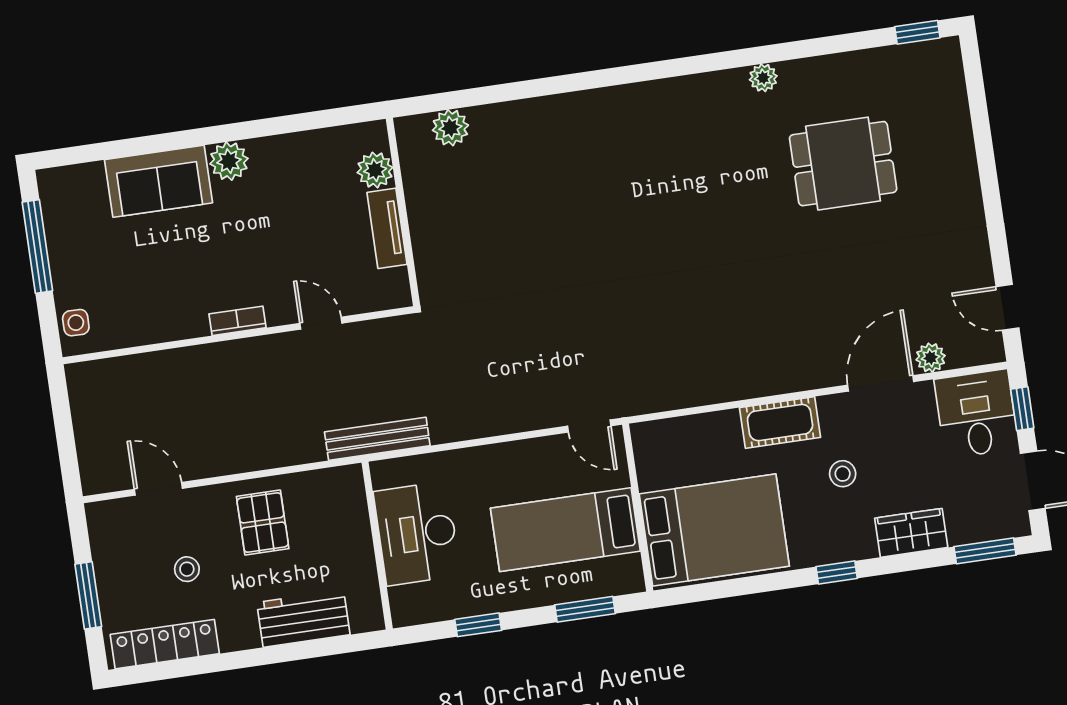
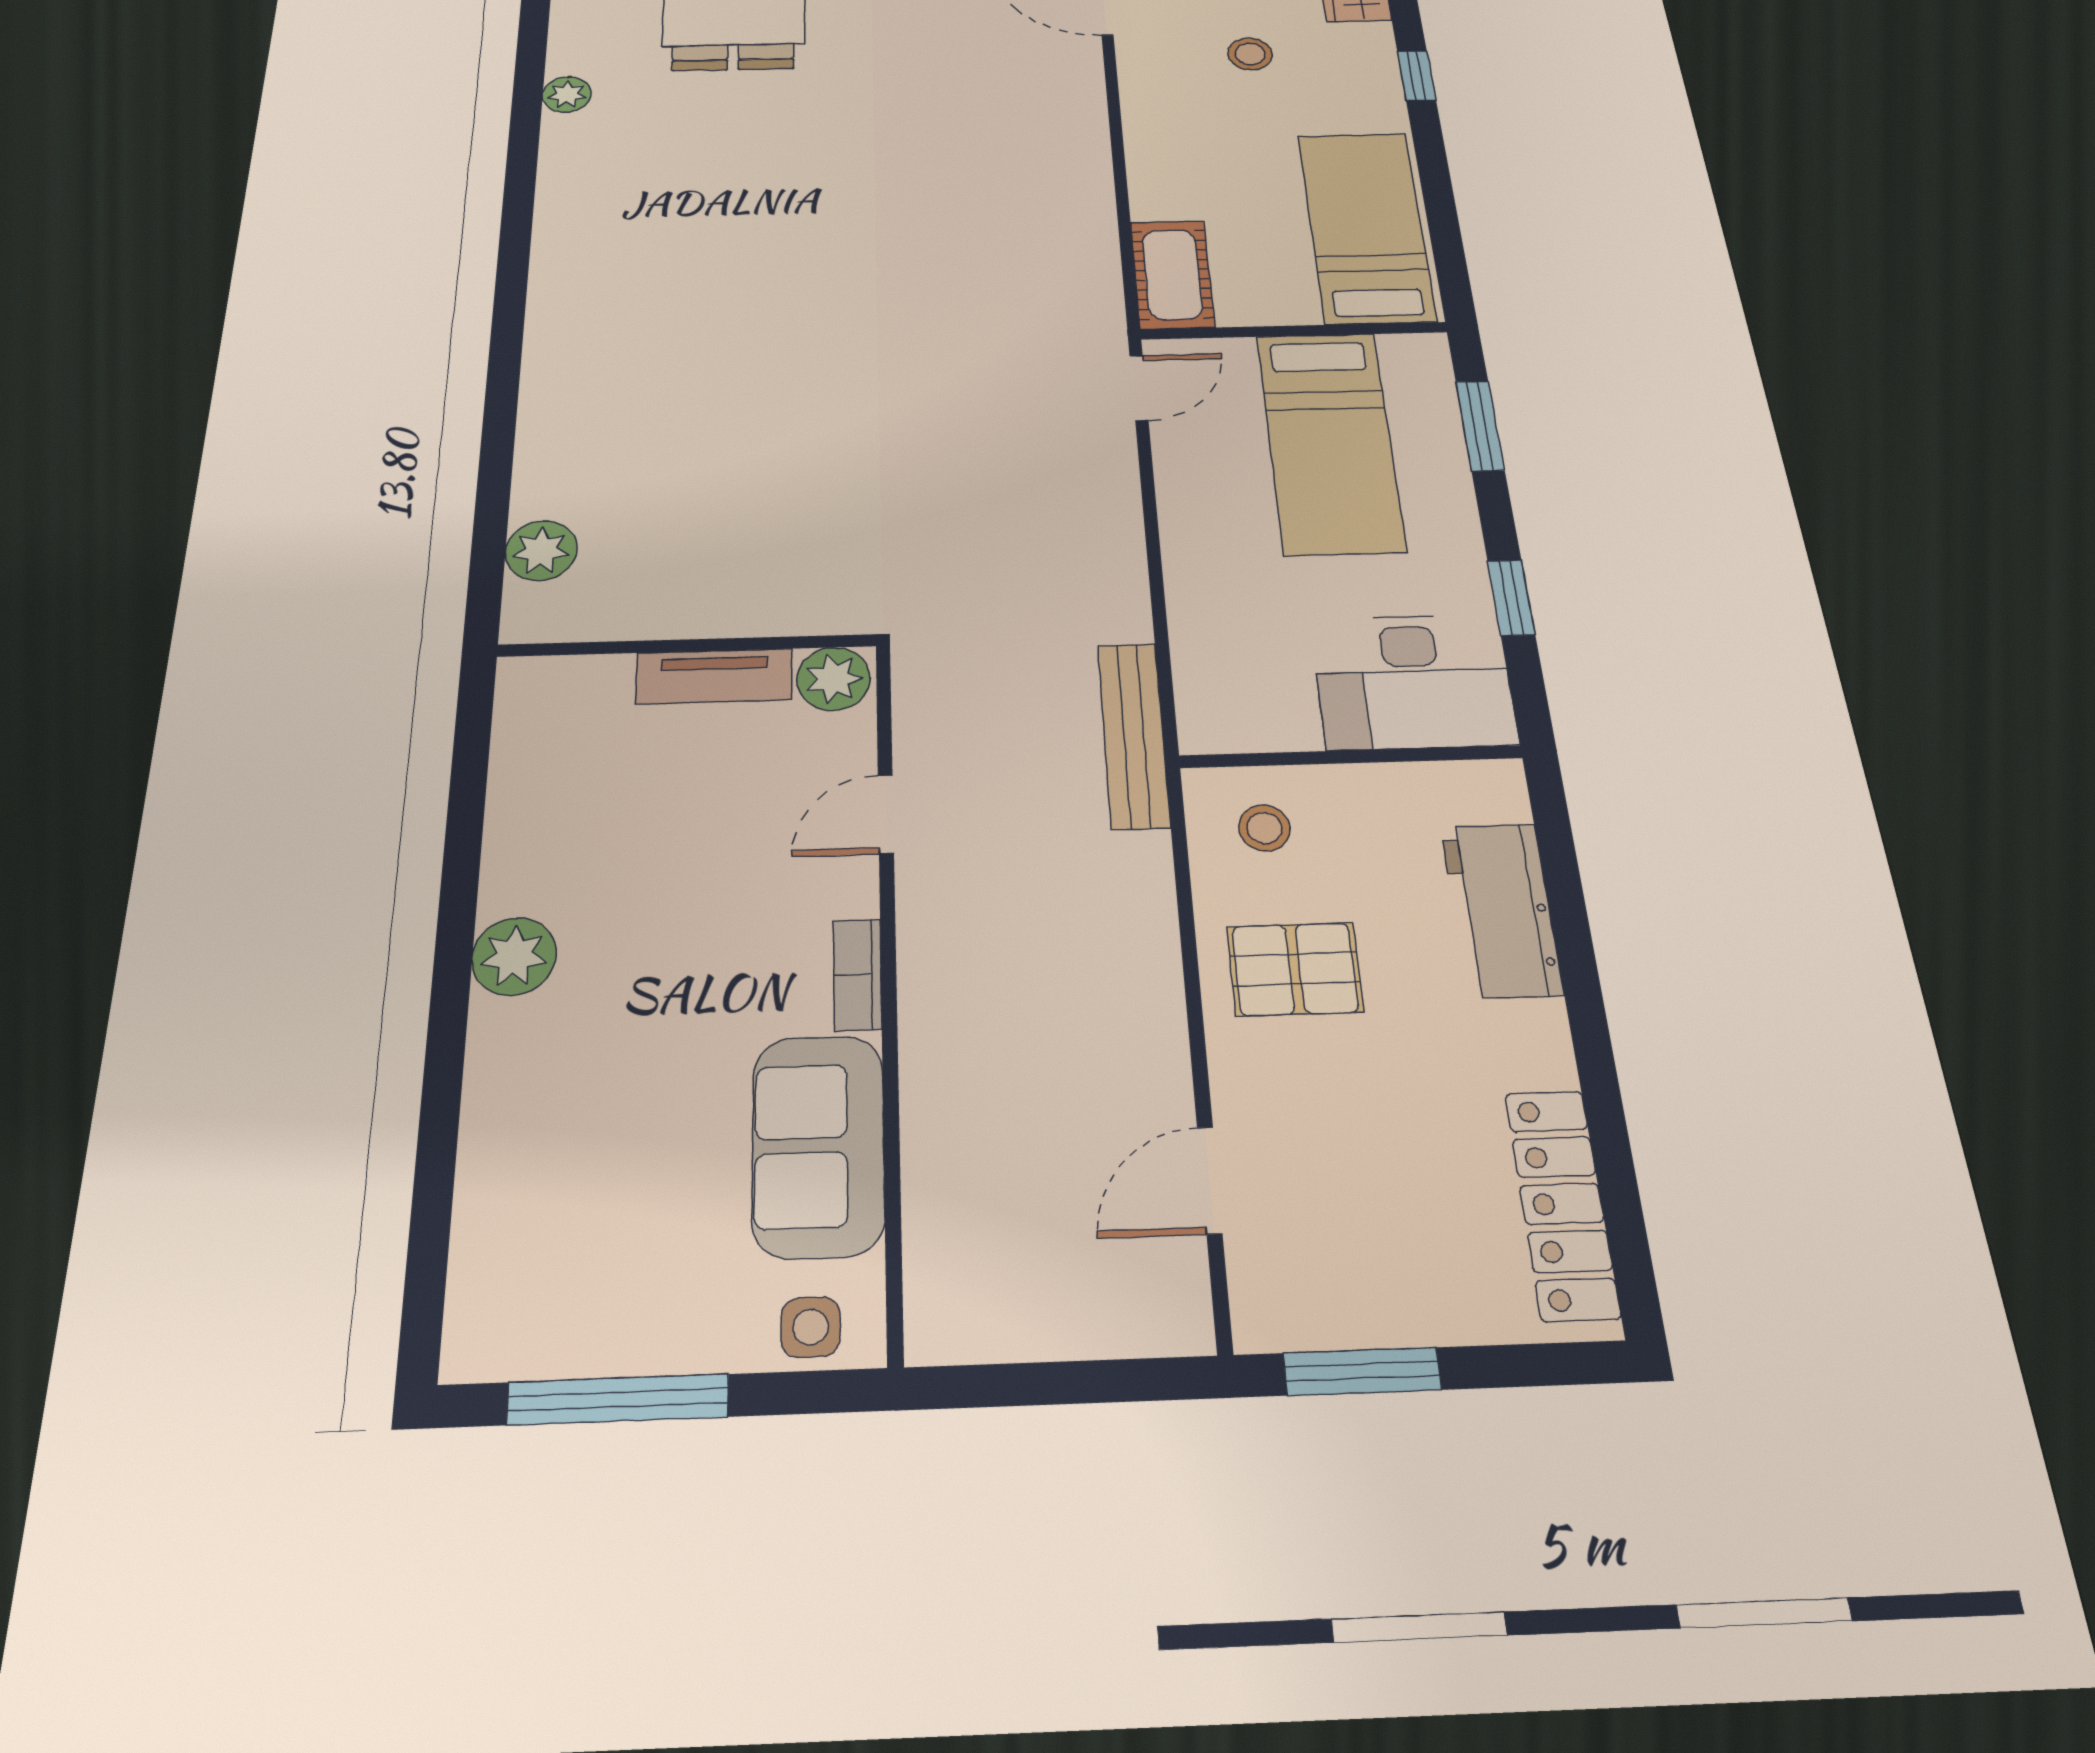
plant: (375, 170) -> (833, 679), moved
sofa: (159, 181) -> (818, 1145), moved, turned 180
cot: (780, 423) -> (1172, 274), moved
bed: (714, 530) -> (1366, 227), width x0.67
desk: (417, 533) -> (1413, 681), moved
stool: (187, 569) -> (1264, 828), moved
window: (88, 595) -> (1362, 1371), moved

